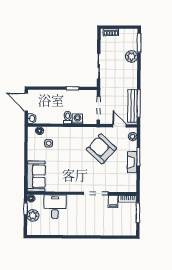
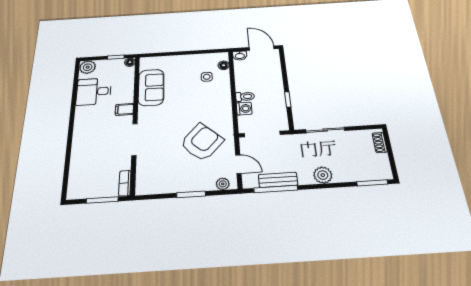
plant: (132, 56) -> (323, 175), moved
door: (26, 102) -> (262, 48), hinge flipped
bench: (132, 106) -> (278, 180), width x0.73
door: (120, 126) -> (238, 164), hinge flipped
fireplace: (132, 162) -> (183, 186), removed
sofa: (36, 176) -> (151, 87), moved, turned -90
filing cabinet: (113, 201) -> (124, 109), moved
desk: (55, 207) -> (94, 92), moved, turned 180
plant: (33, 215) -> (88, 67), moved

